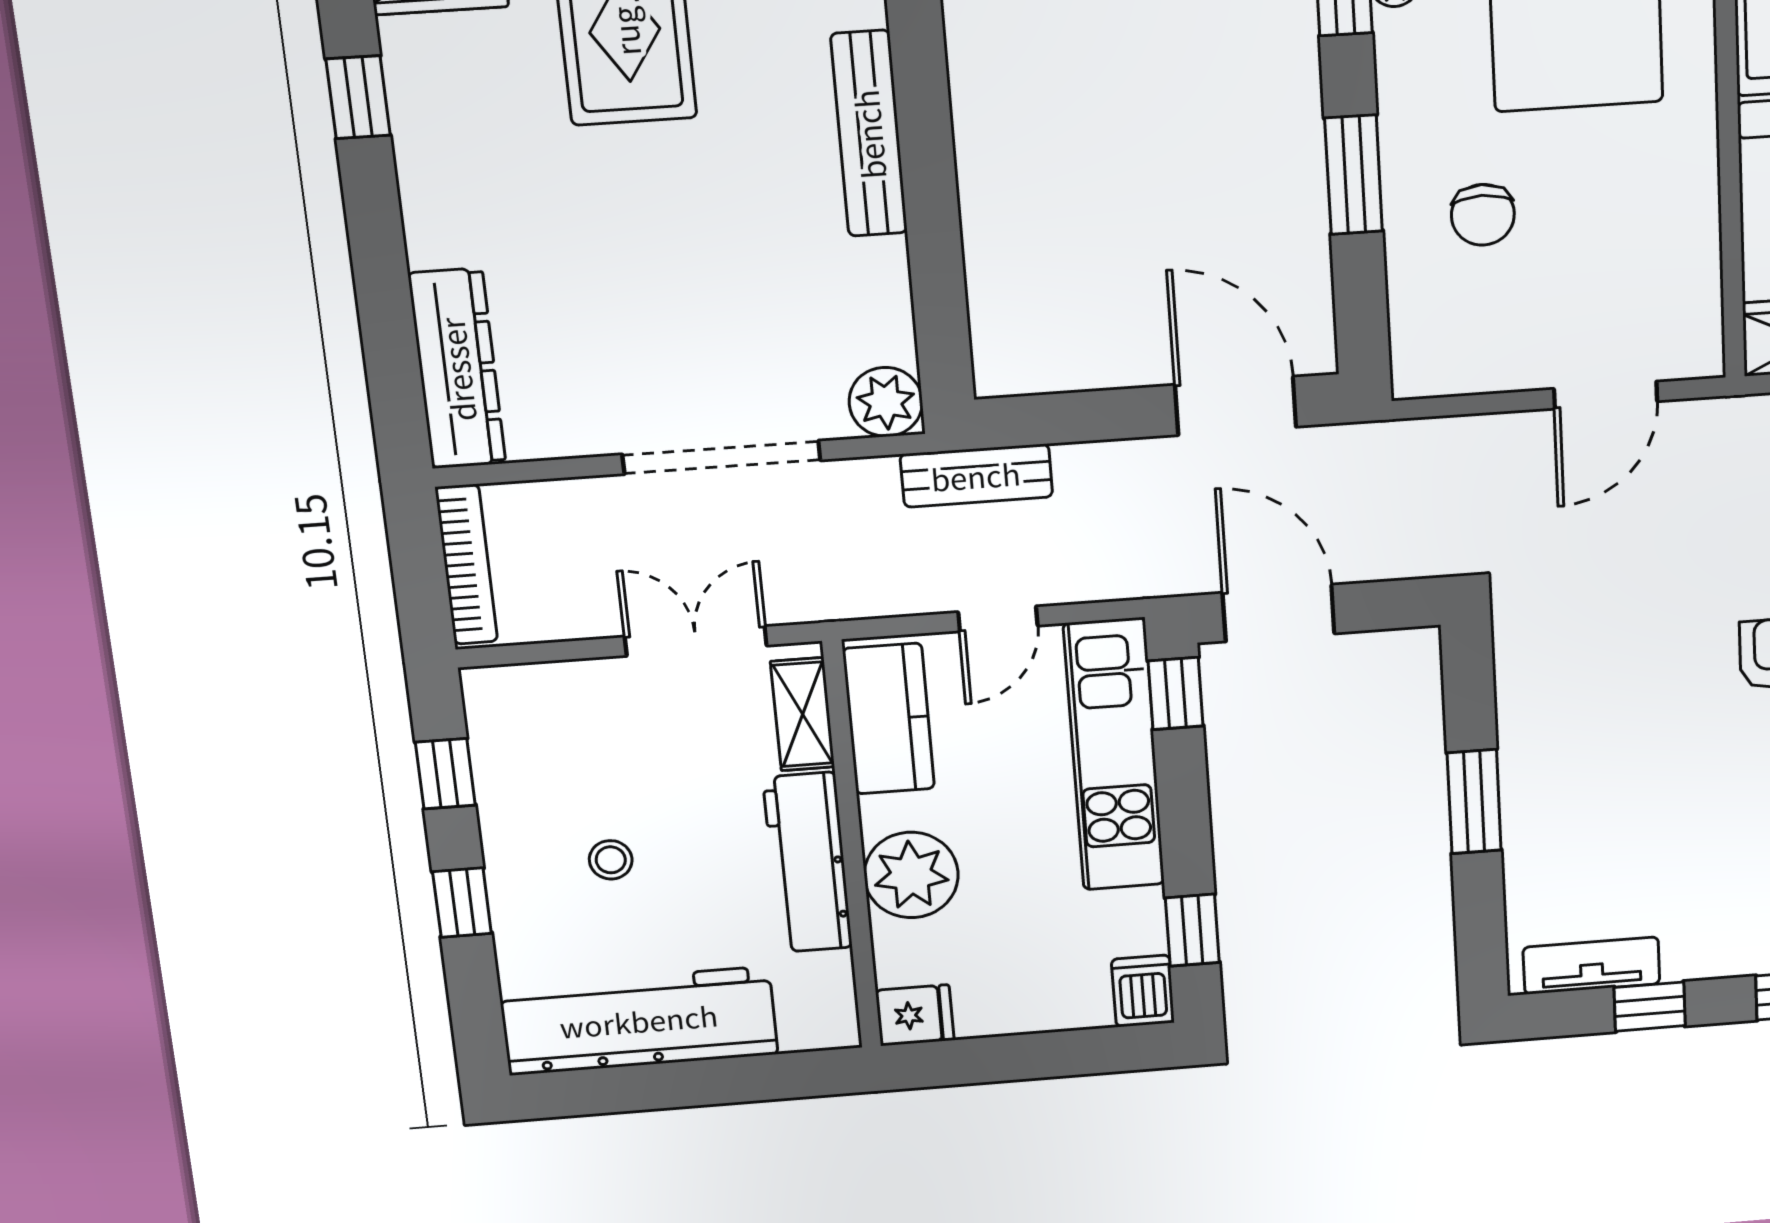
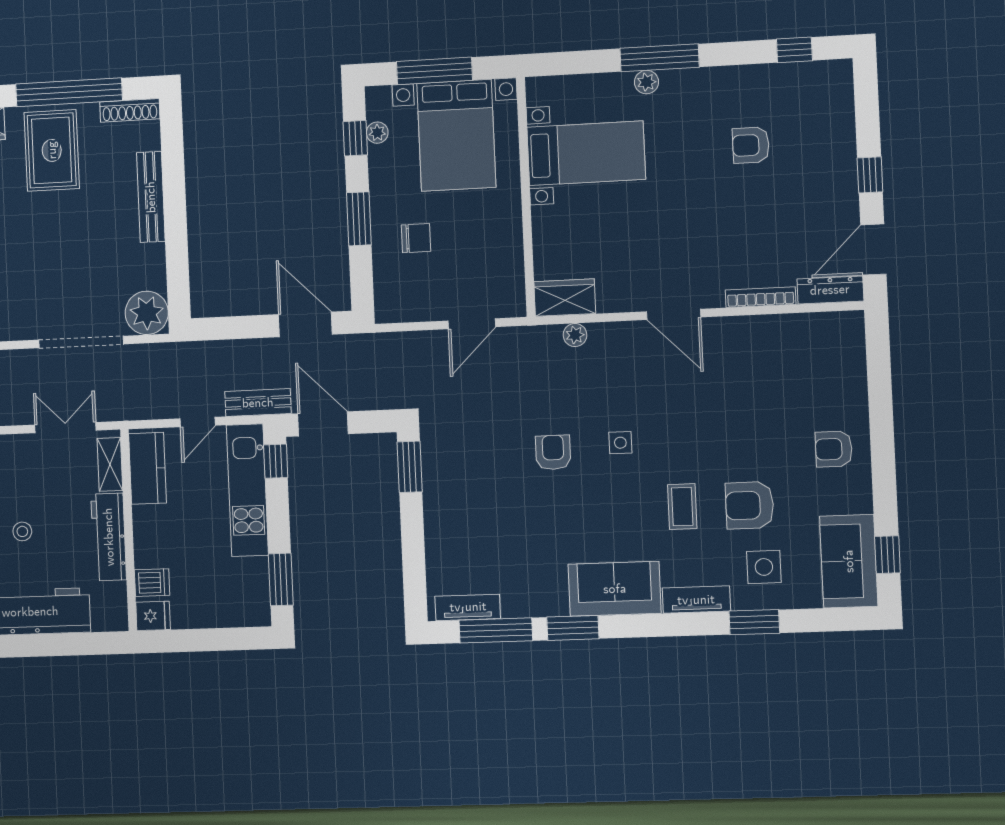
chair: (1483, 215) -> (416, 238), turned -90
plant: (886, 402) -> (147, 313), width x1.36, depth x1.36
bench: (976, 476) -> (258, 403), moved
window: (1474, 802) -> (410, 467), moved
plant: (911, 875) -> (154, 545), removed
window: (1192, 930) -> (281, 579), width x1.50
dishwasher: (1143, 991) -> (152, 583), moved, turned 90
window: (1650, 1007) -> (496, 630), width x2.17

